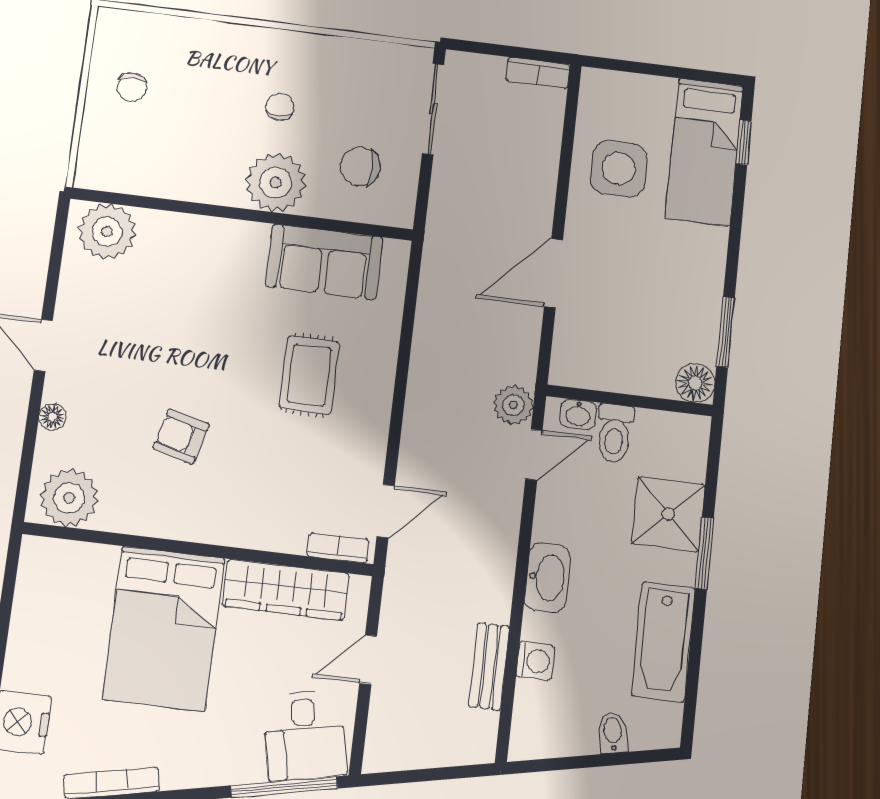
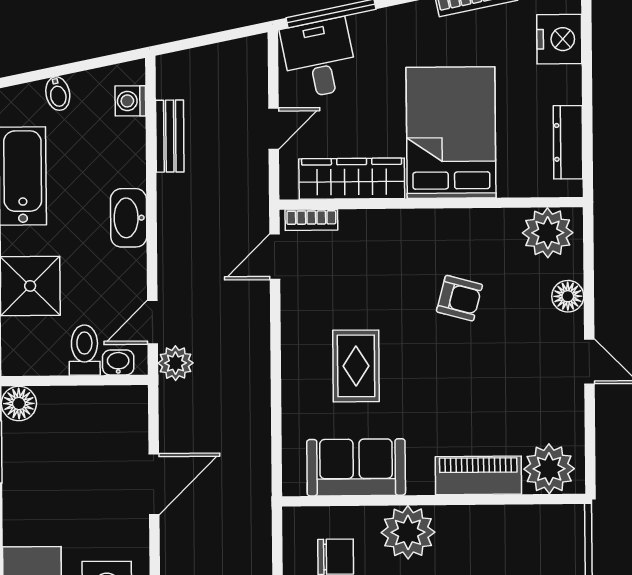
piano: (188, 235) -> (478, 475), added
floor lamp: (53, 417) -> (568, 296), width x1.37, depth x1.37
dresser: (30, 600) -> (568, 142), added
washing machine: (535, 661) -> (130, 101), moved

